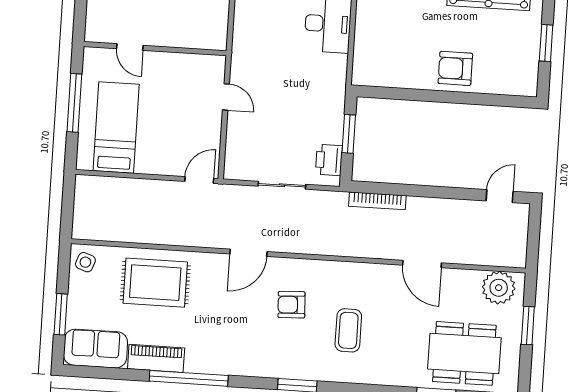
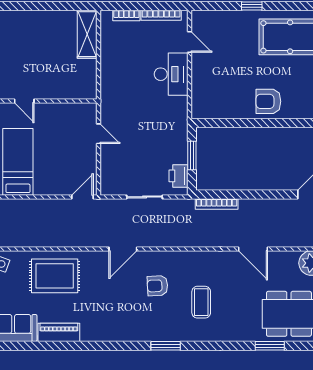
window: (189, 378) -> (84, 346), removed

